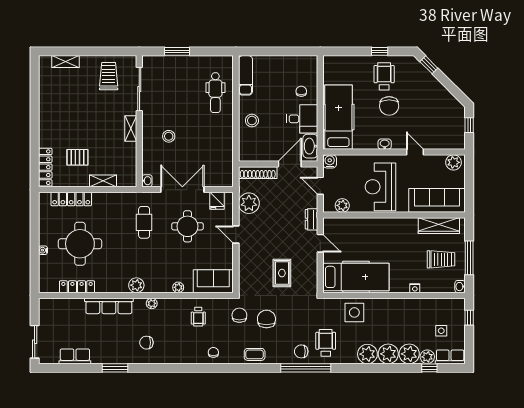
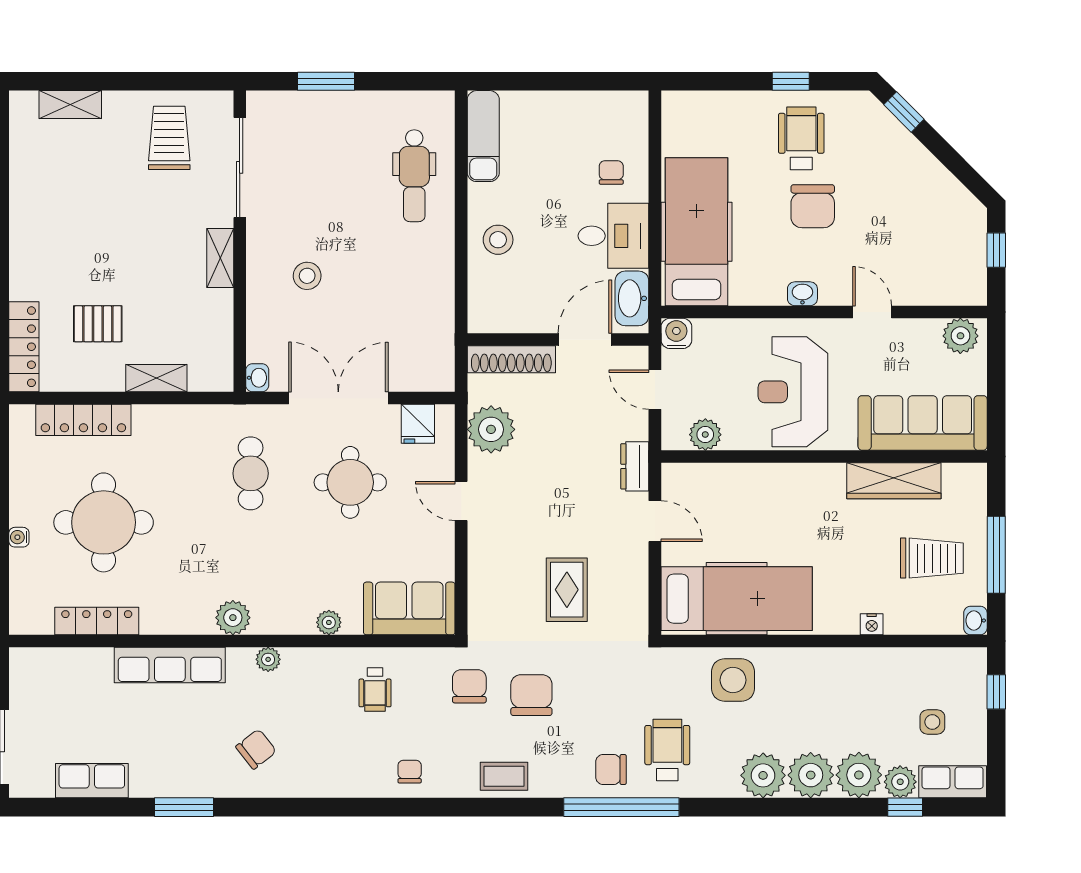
wardrobe: (439, 226) -> (894, 481), moved
chair: (146, 343) -> (256, 749), turned 142

